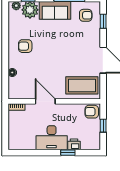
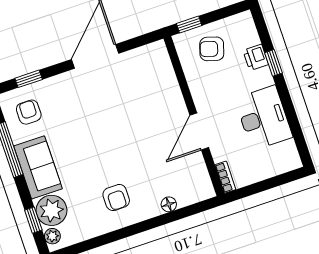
coffee table: (82, 85) -> (151, 78), removed
armchair: (92, 112) -> (212, 49), moved, turned 107
window: (103, 126) -> (189, 24), moved
desk: (52, 138) -> (264, 118), moved

